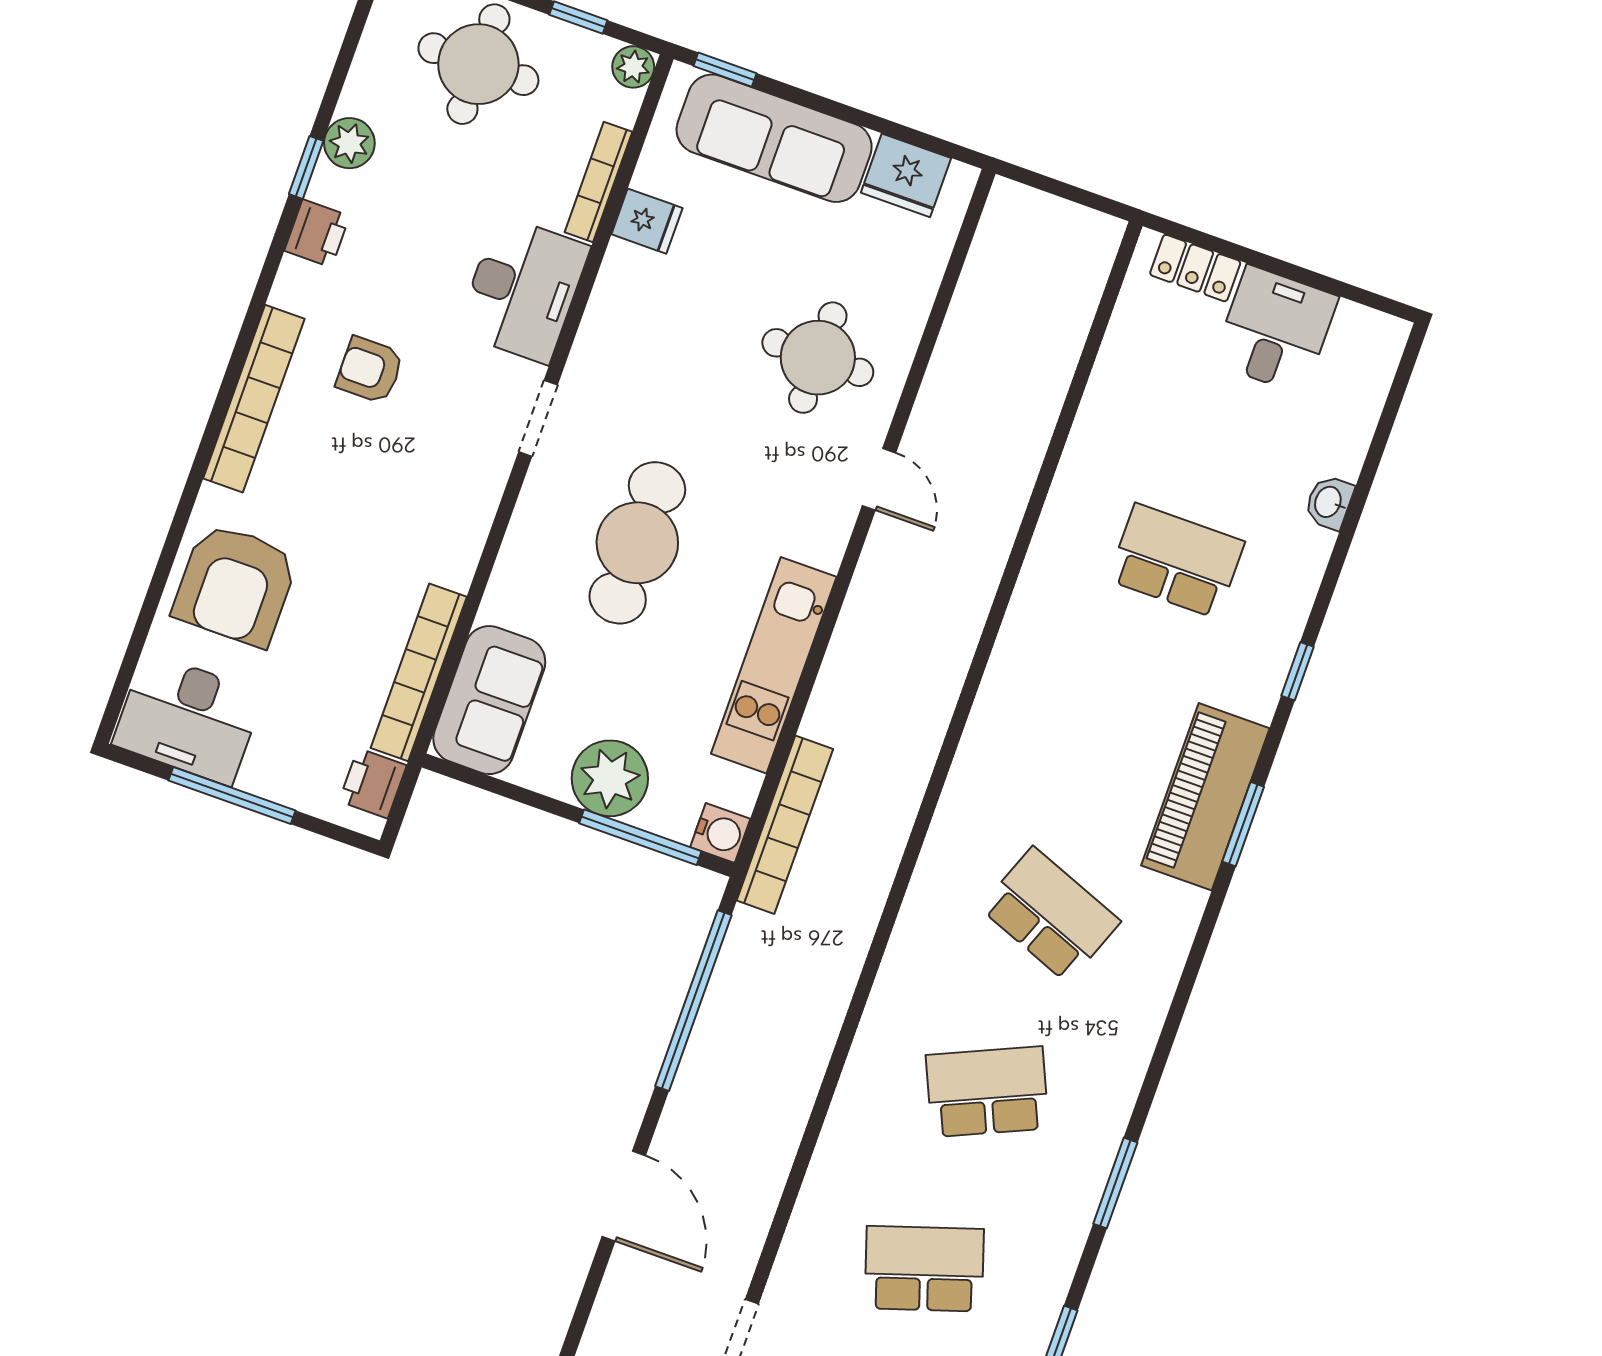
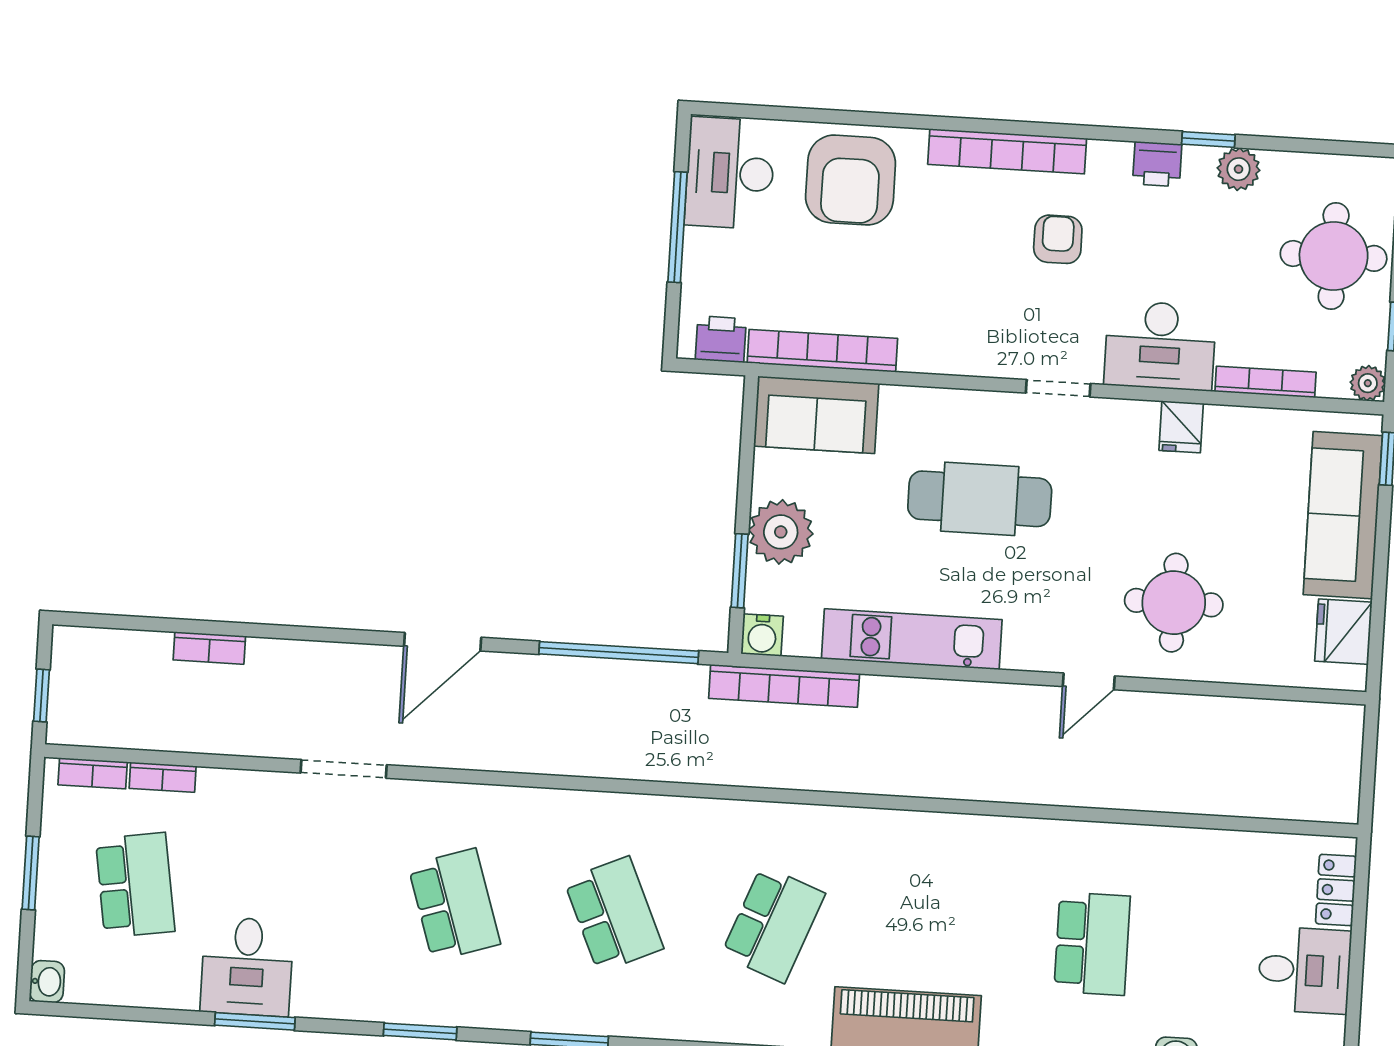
fridge: (647, 221) -> (1181, 427), moved
armchair: (235, 585) -> (851, 180), turned -90
window: (640, 837) -> (740, 571), width x0.69

